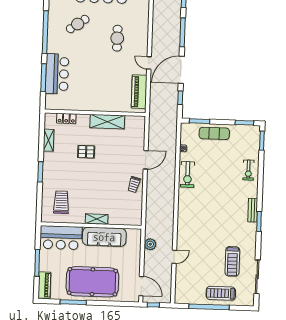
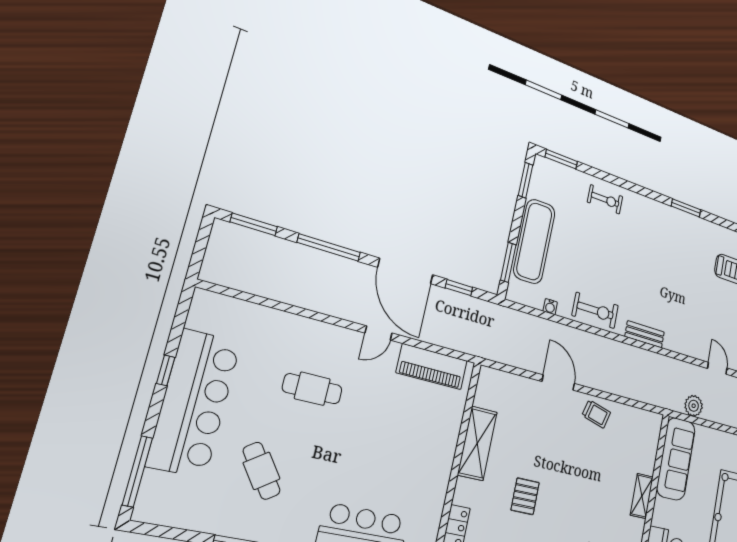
exercise mat: (214, 133) -> (534, 241), width x1.36, depth x1.45
bench: (253, 210) -> (645, 334), moved
sofa: (104, 237) -> (676, 459), moved

